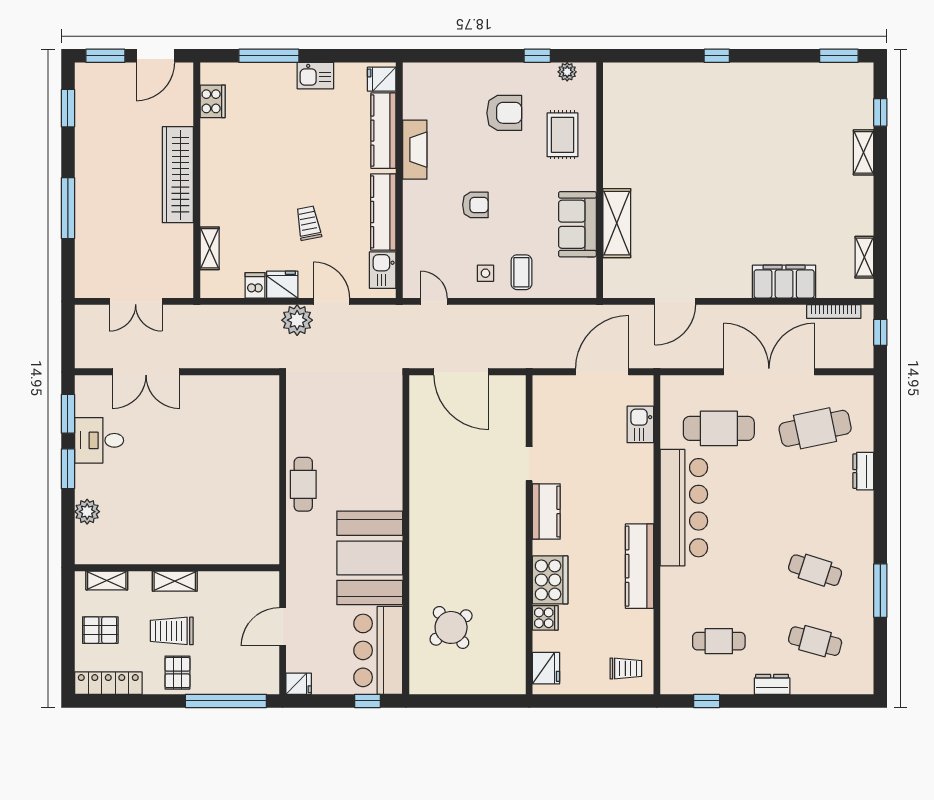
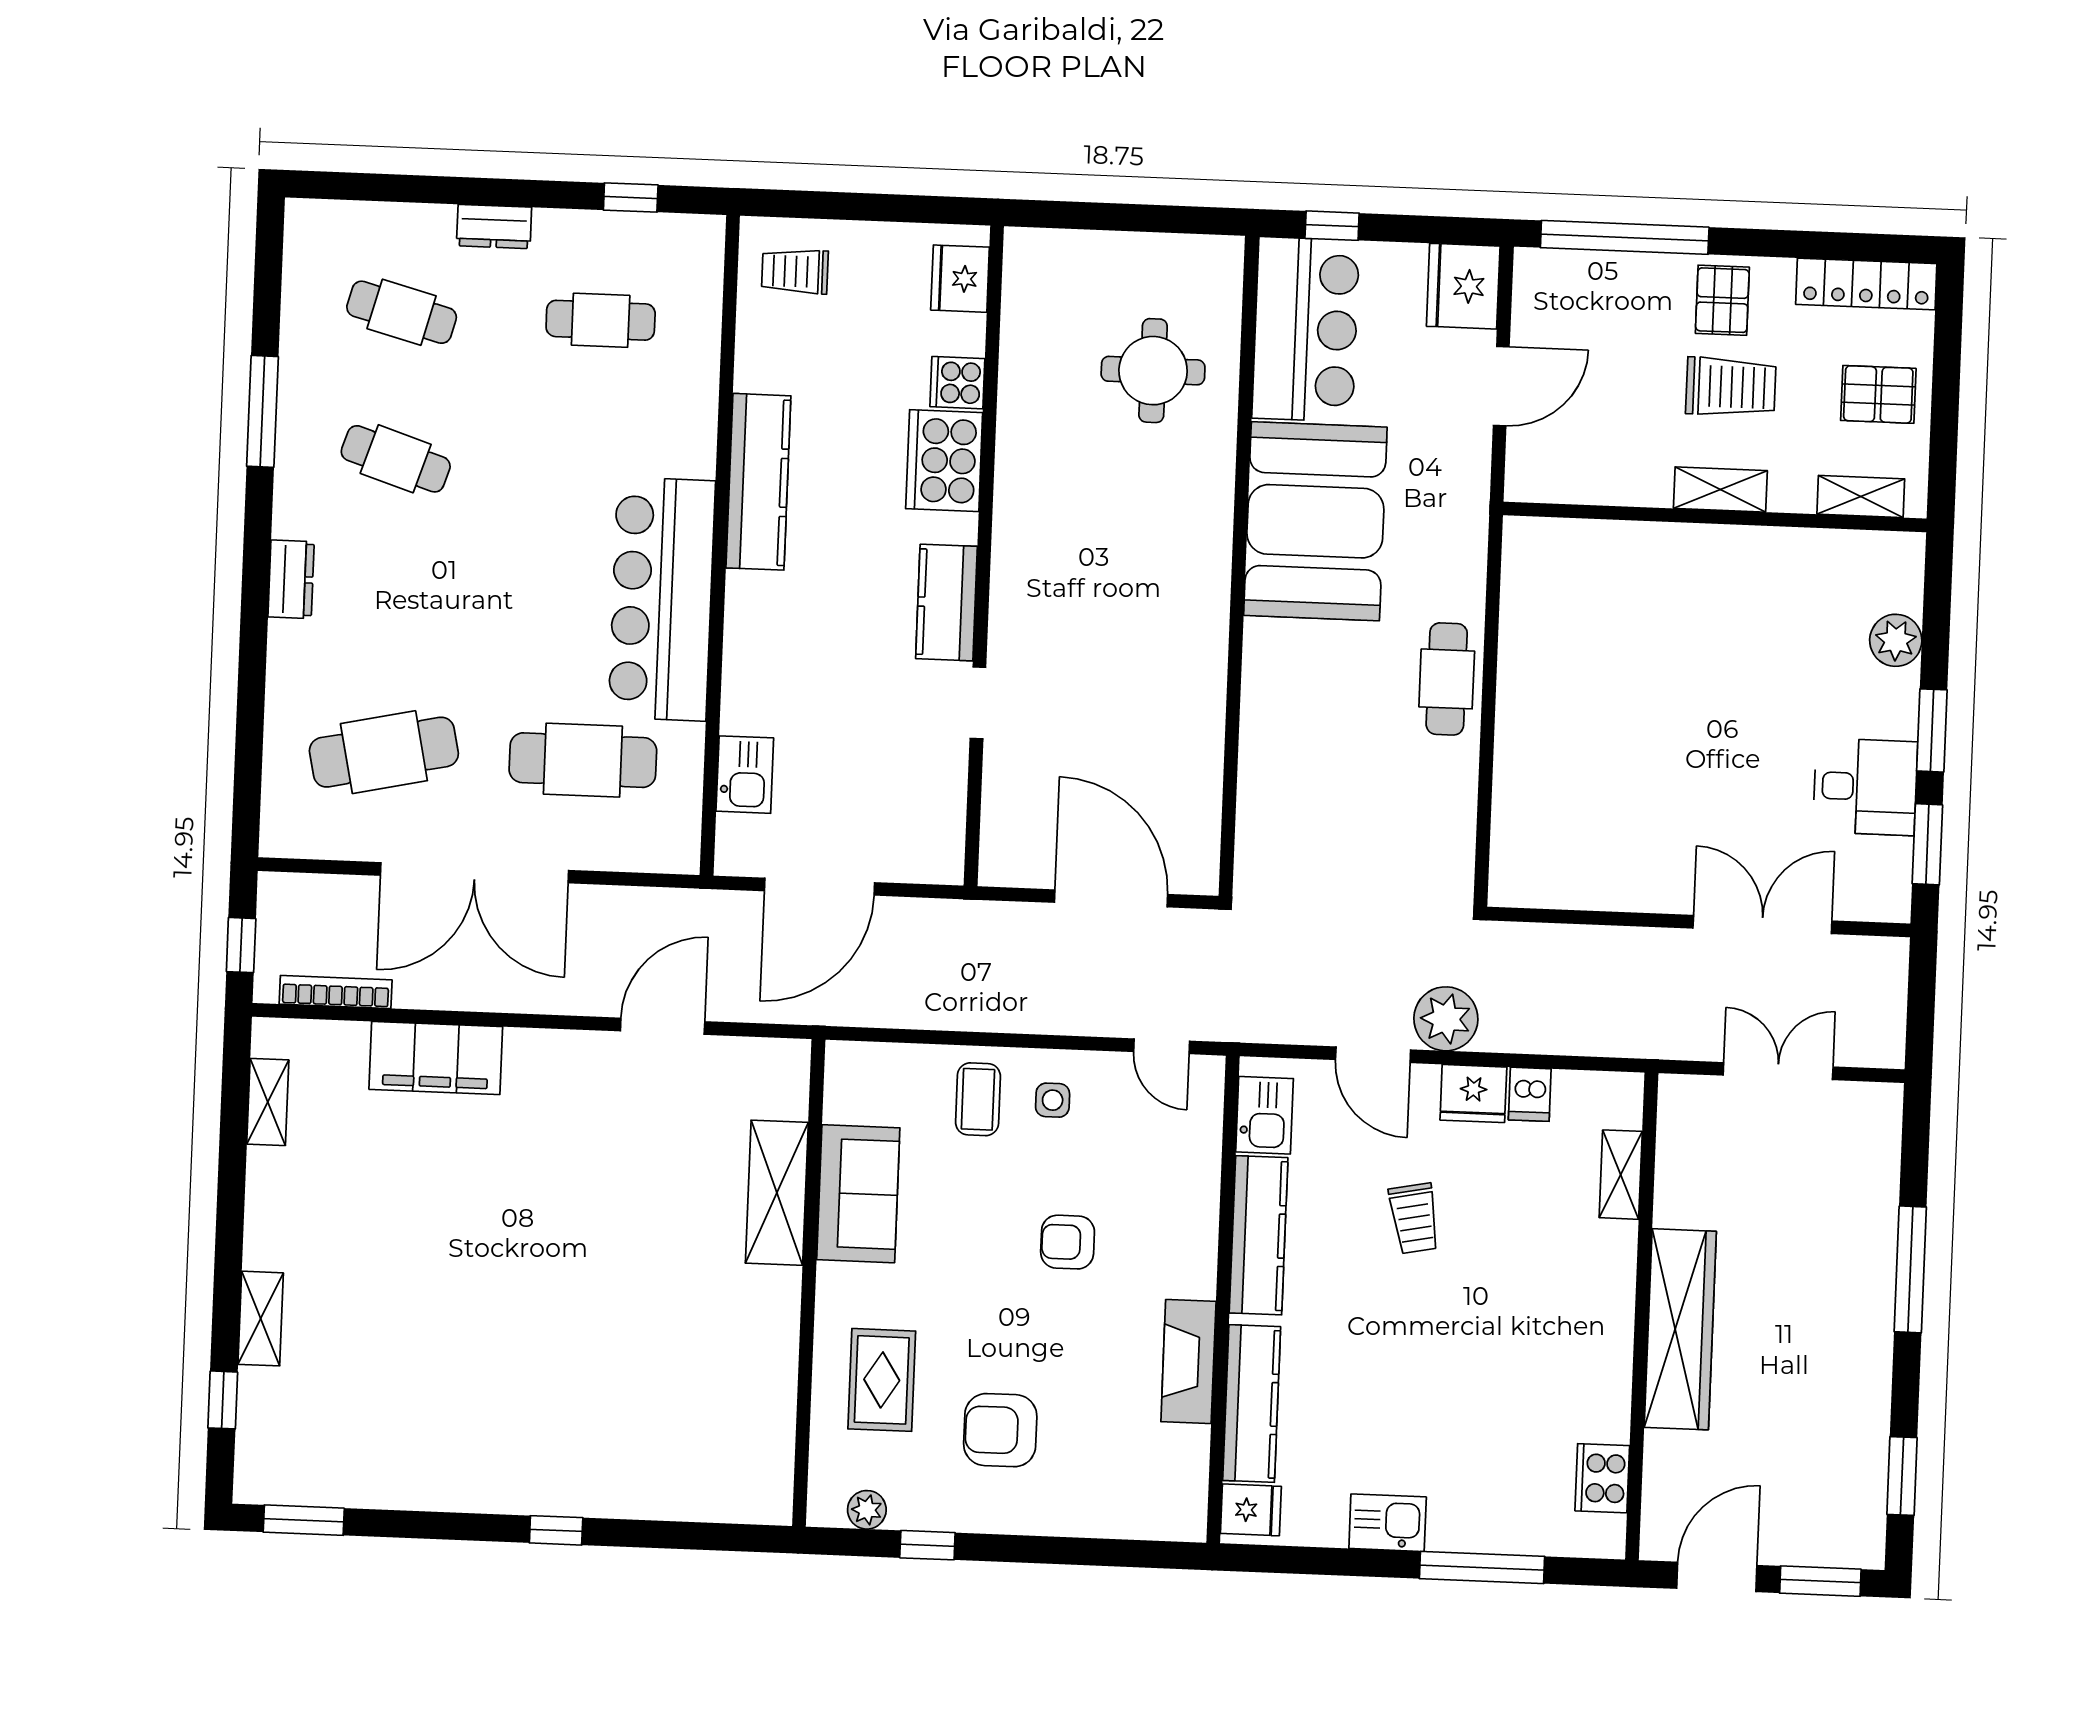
dresser: (863, 471) -> (291, 579), moved
round table: (451, 627) -> (1153, 371), turned 38
fridge: (299, 684) -> (1463, 286), width x1.88, depth x1.34

